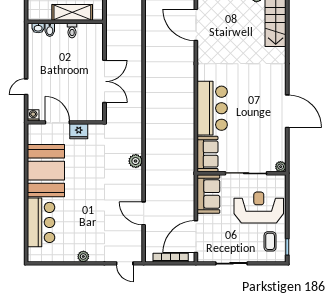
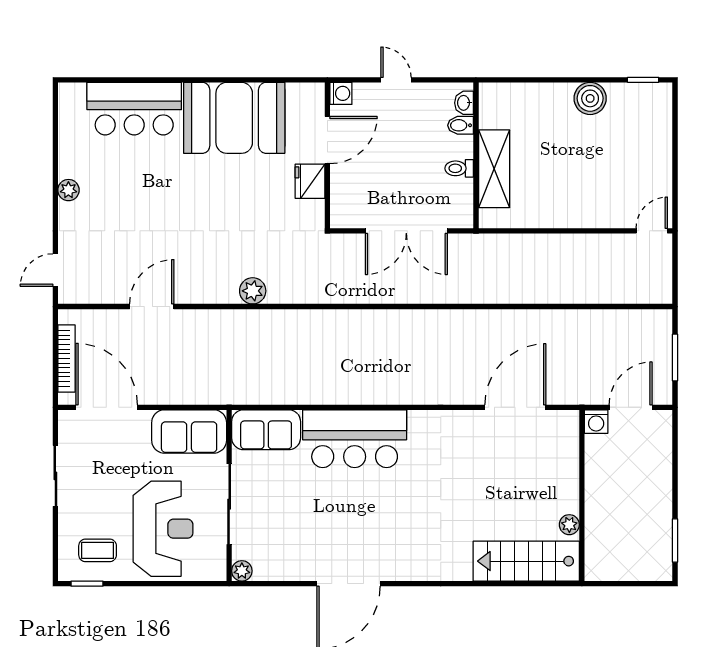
shelving: (72, 12) -> (494, 169), moved
wall: (65, 22) -> (476, 155), moved
washbasin: (38, 28) -> (464, 103), moved
bidet: (50, 30) -> (460, 125), moved
toilet: (72, 30) -> (459, 168), moved

